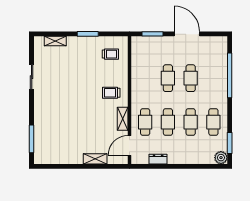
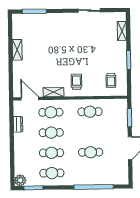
cafe table: (168, 78) -> (90, 112), moved
shelving: (95, 159) -> (17, 50), moved

